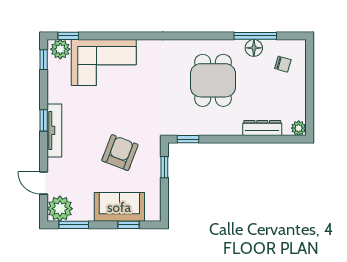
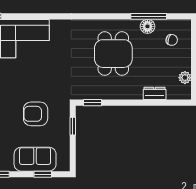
dresser: (262, 128) -> (155, 93), width x0.70
plant: (299, 128) -> (185, 78), moved
armchair: (120, 153) -> (36, 114), turned -111

